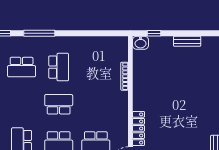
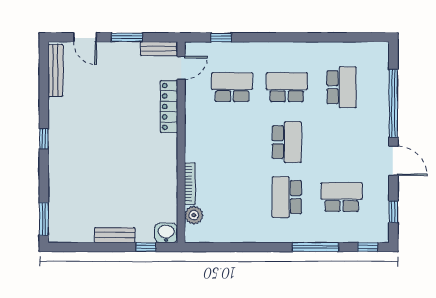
bench: (187, 41) -> (115, 235), moved
plant: (122, 55) -> (194, 215), added
school desk: (59, 104) -> (287, 142), turned -90

